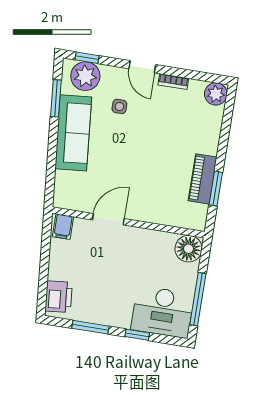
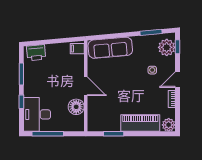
sofa: (73, 133) -> (110, 48), moved
piano: (203, 179) -> (140, 123), moved, width x1.37, depth x1.33
door: (108, 219) -> (86, 86), moved
floor lamp: (189, 249) -> (76, 107), moved

